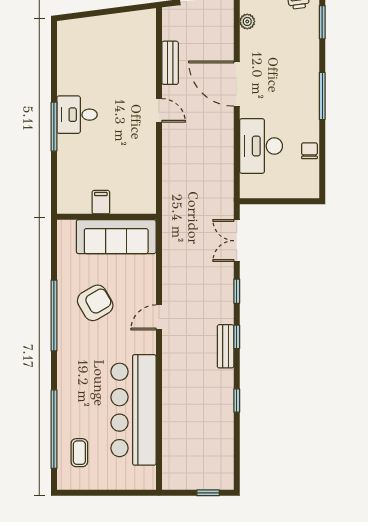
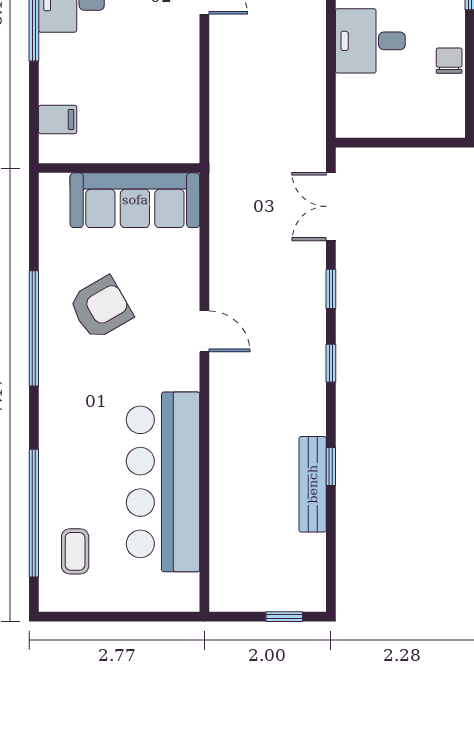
desk: (261, 146) -> (370, 41), width x0.73
filing cabinet: (101, 202) -> (58, 119), moved, turned 90
door: (159, 317) -> (204, 331), swing flipped
bench: (226, 346) -> (313, 484), moved, width x1.36

